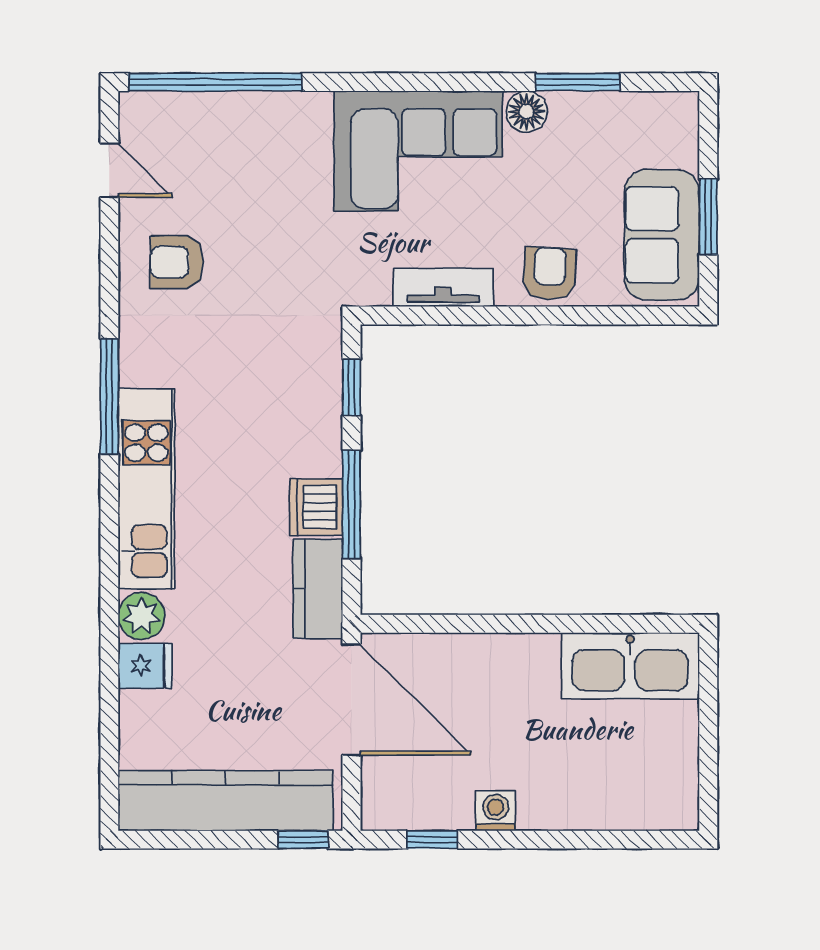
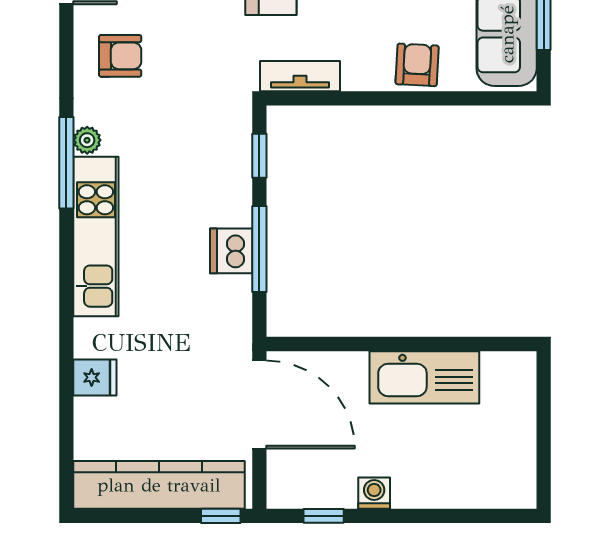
armchair: (177, 262) -> (120, 56), turned 180
tv unit: (443, 288) -> (300, 76), moved
kitchen counter: (318, 589) -> (233, 316), removed
plant: (142, 616) -> (87, 140), moved, width x0.73, depth x0.73
kitchen sink: (630, 666) -> (424, 377), moved

